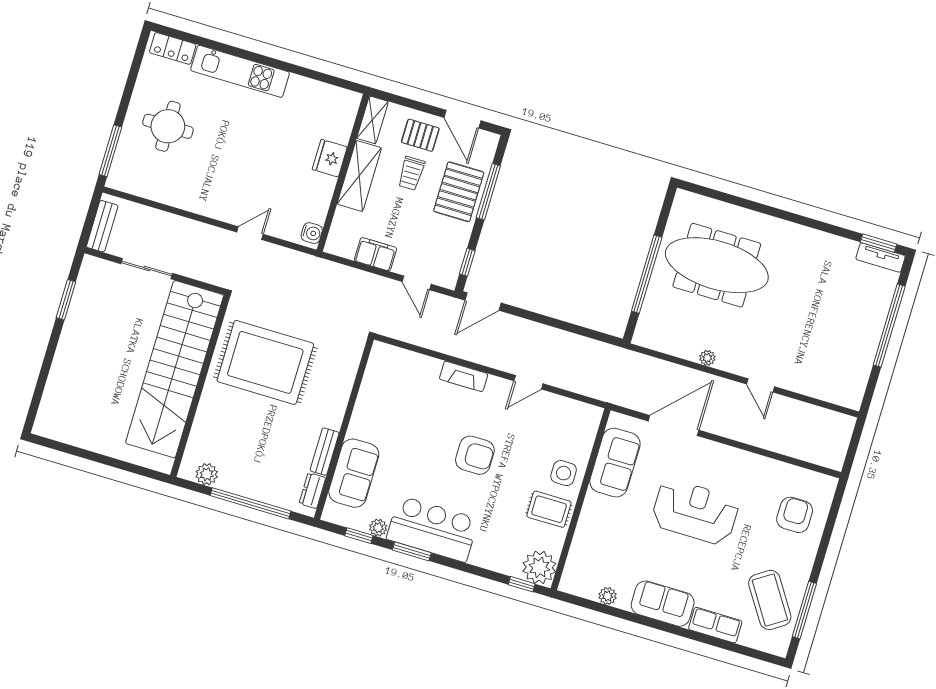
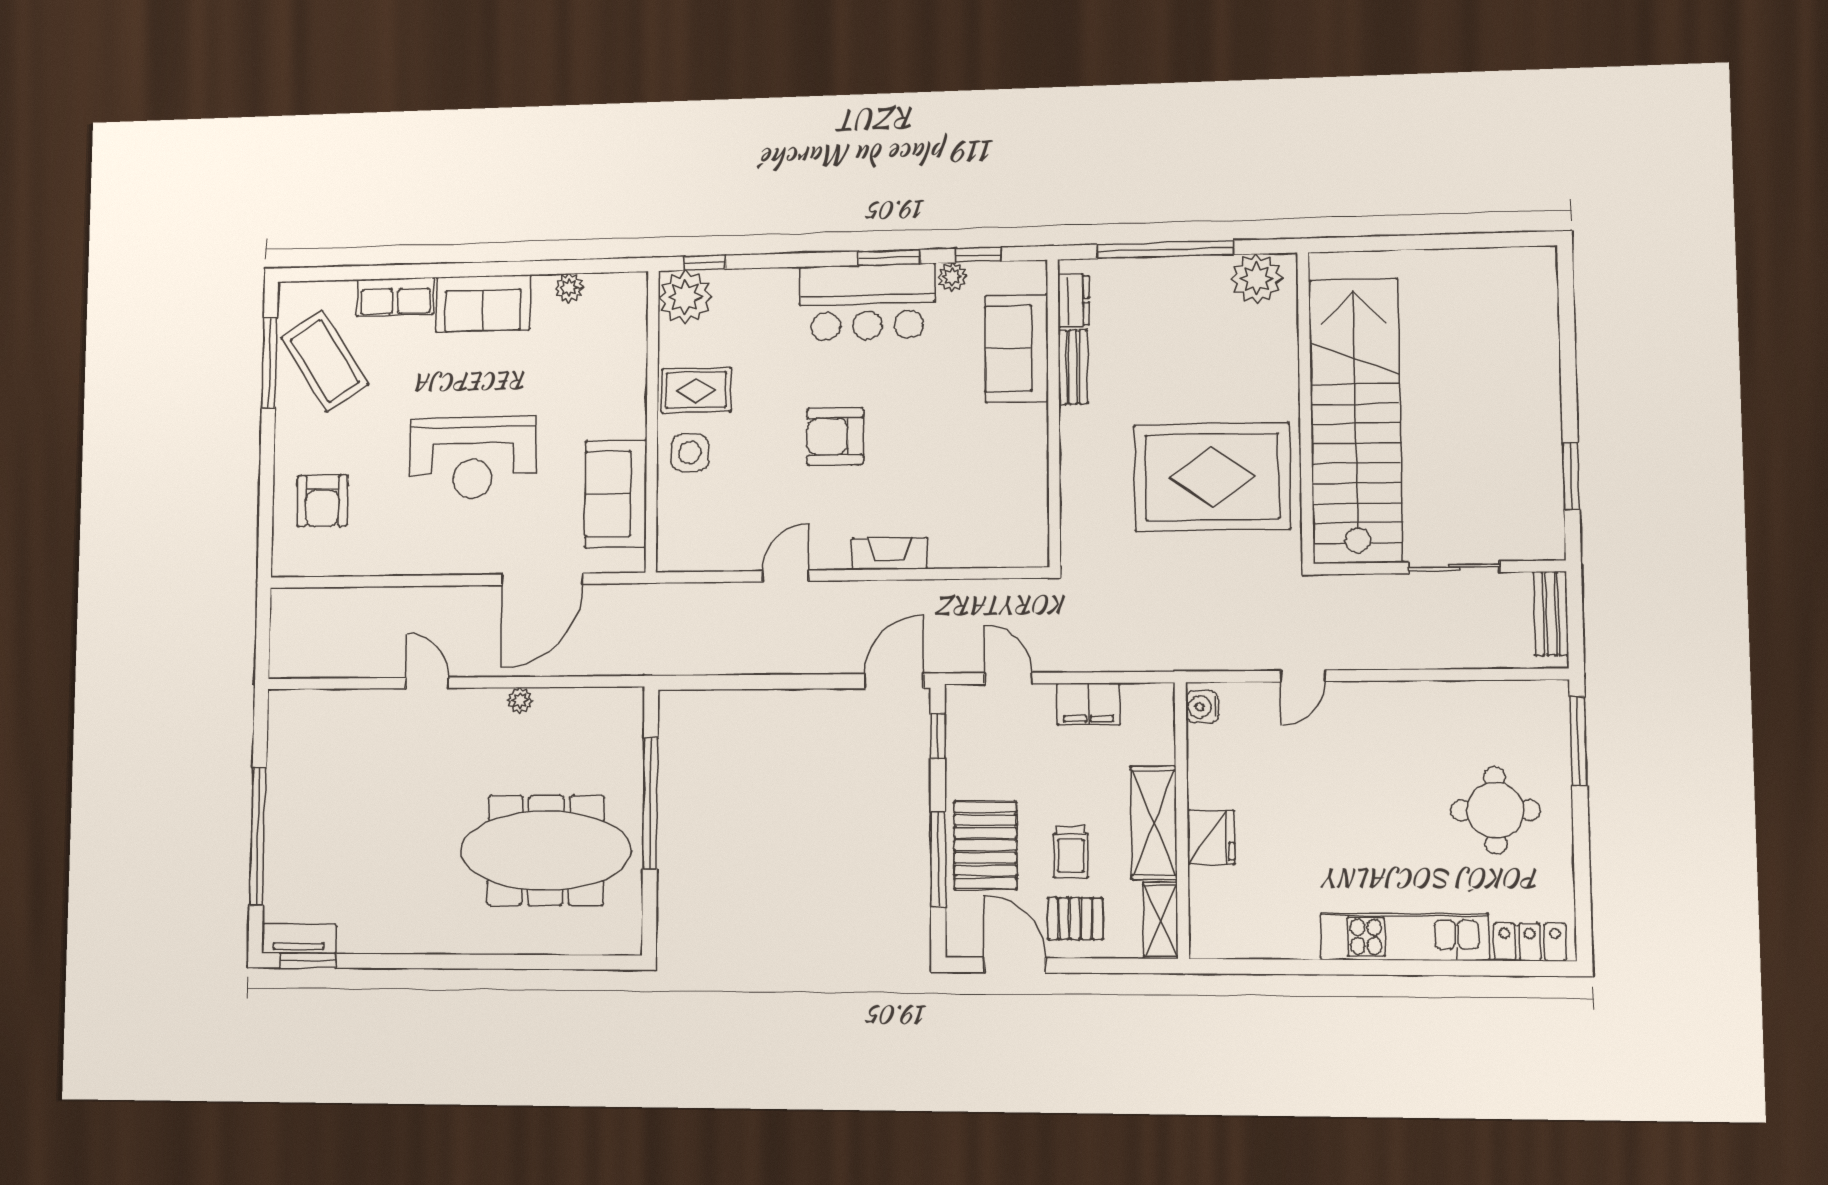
trolley: (411, 173) -> (1071, 852), turned 180
plant: (207, 474) -> (1257, 279), width x1.36, depth x1.36

